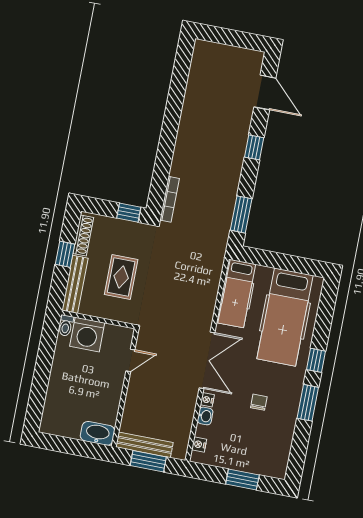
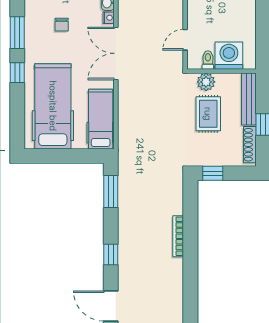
bookcase: (170, 199) -> (178, 236), moved
plant: (117, 311) -> (206, 82), added
toilet: (66, 326) -> (208, 60), moved

